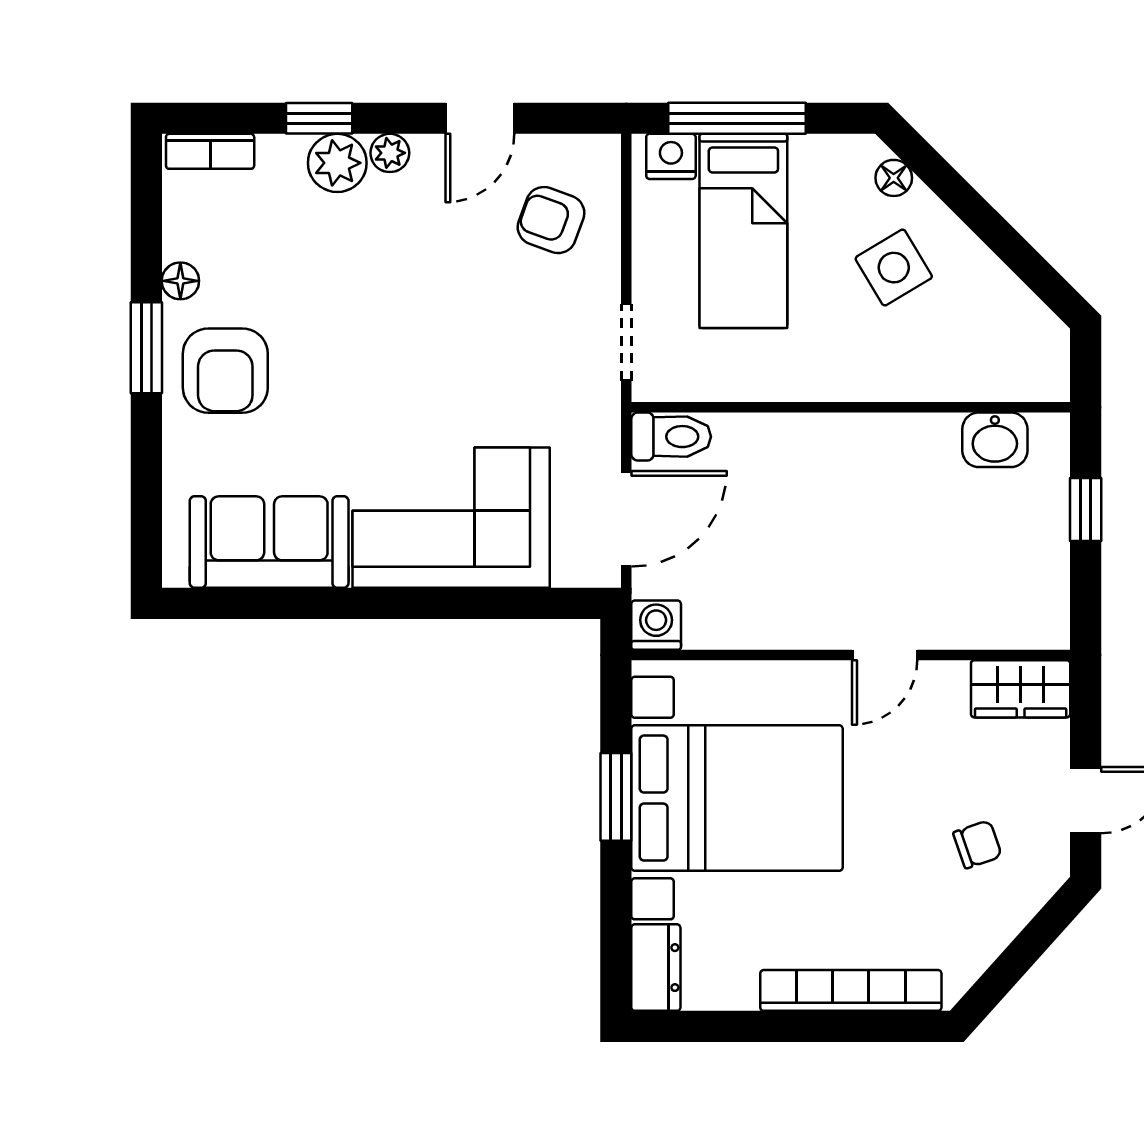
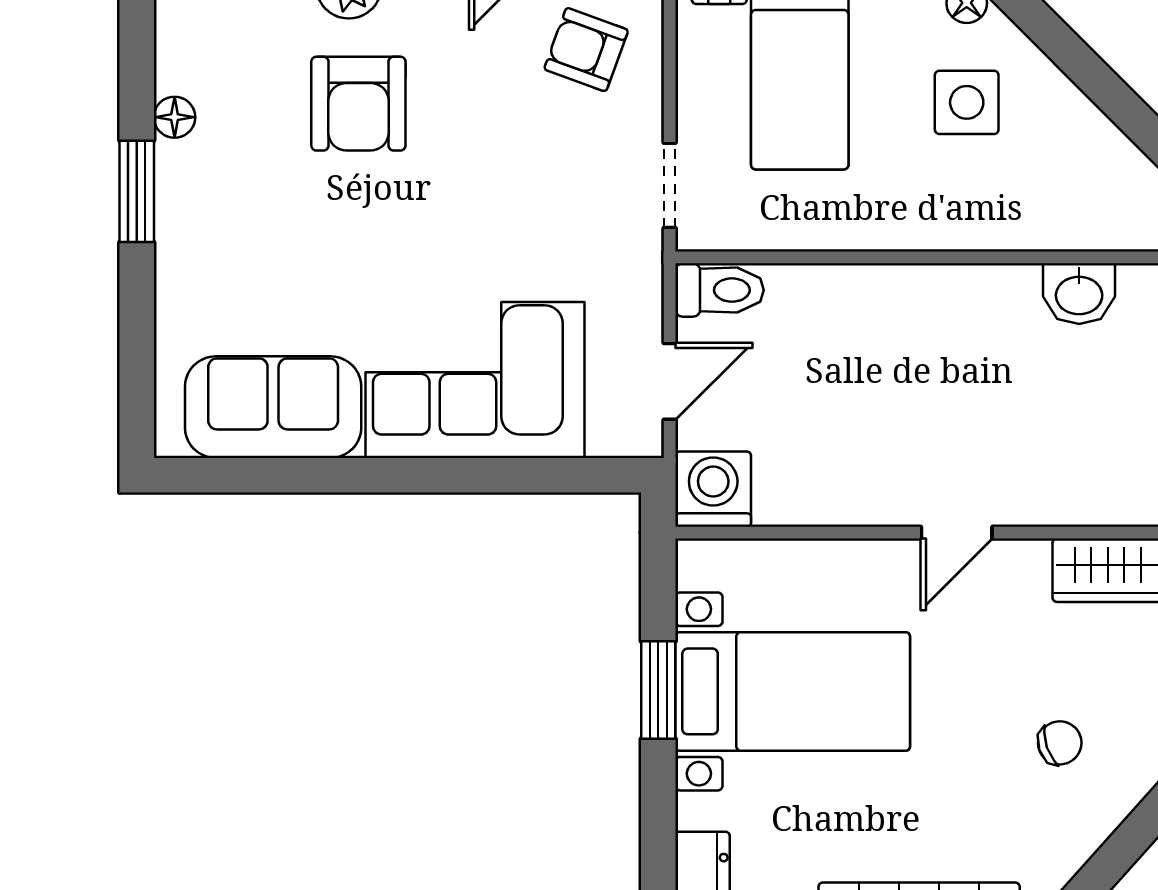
side table: (894, 268) -> (967, 102), turned 31
armchair: (225, 371) -> (358, 104), moved
door: (626, 519) -> (670, 381), width x0.73
washing machine: (656, 625) -> (713, 489), width x1.38, depth x1.38
bed with nightstands: (737, 798) -> (793, 691), width x0.73

